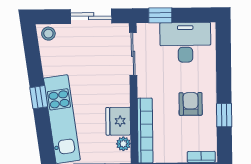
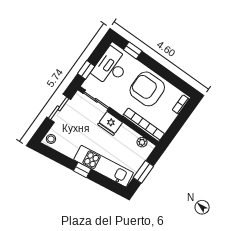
armchair: (191, 104) -> (147, 89), width x1.88, depth x1.88
window: (224, 115) -> (133, 50), moved
fridge: (118, 121) -> (110, 123), moved

